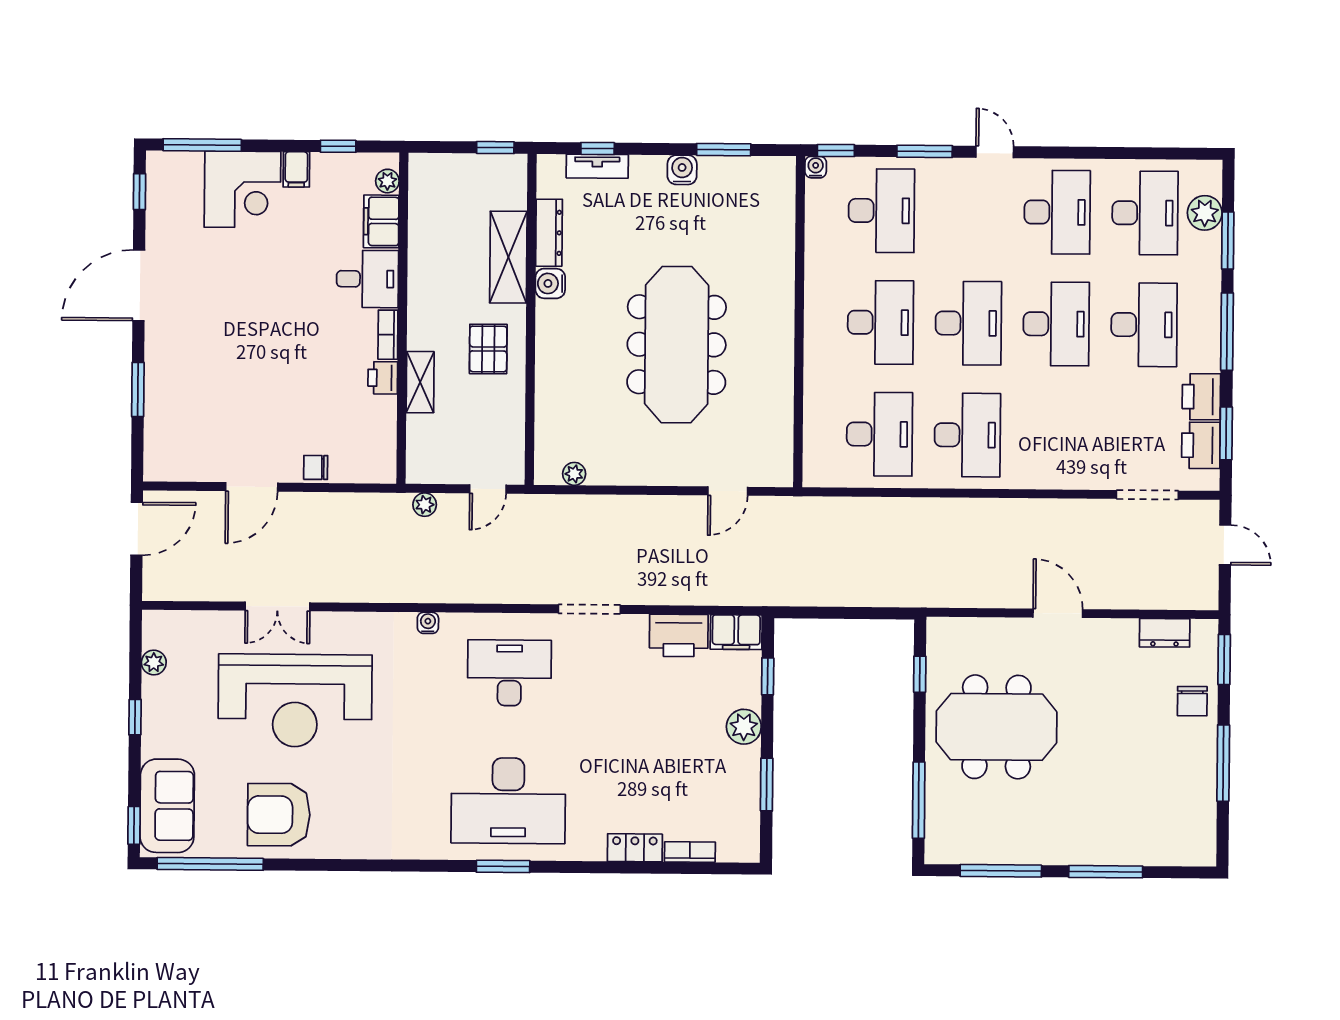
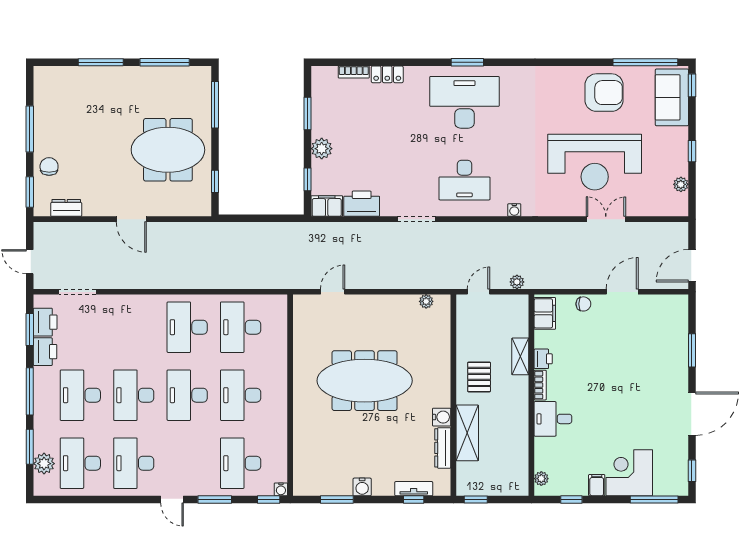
filing cabinet: (381, 221) -> (545, 313), moved
meeting table: (677, 345) -> (365, 381), turned 90
reception desk: (295, 701) -> (595, 162), turned 180

